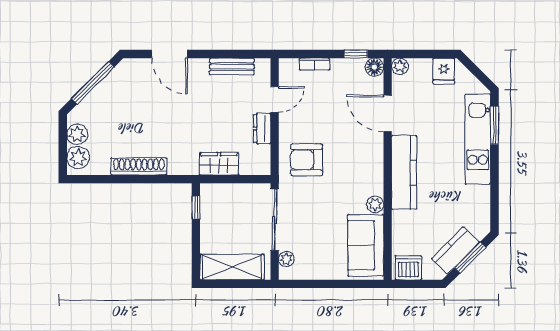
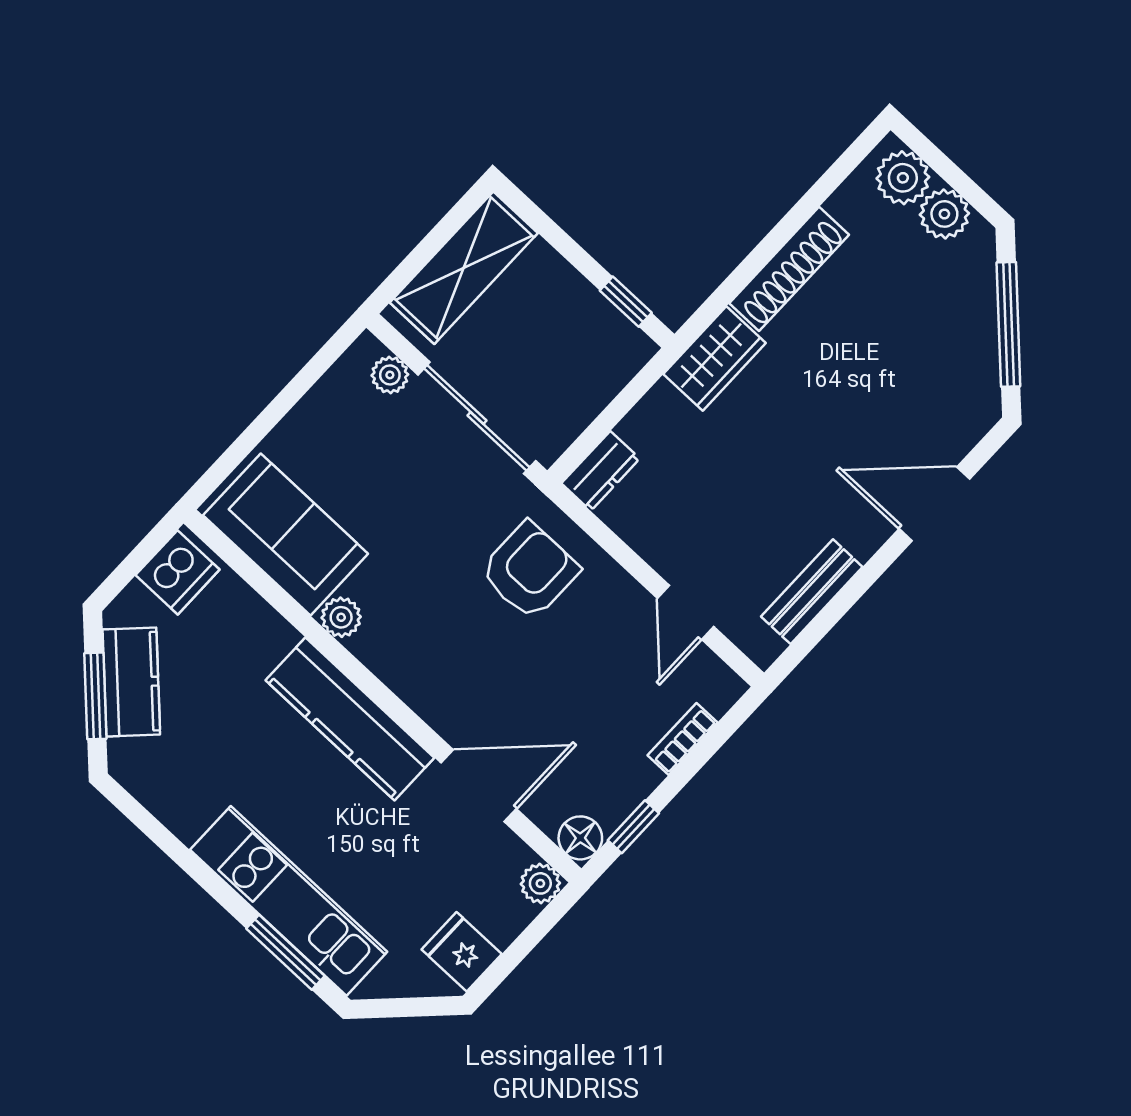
dresser: (262, 129) -> (601, 471), moved, turned 90
wardrobe: (219, 164) -> (714, 358), moved

